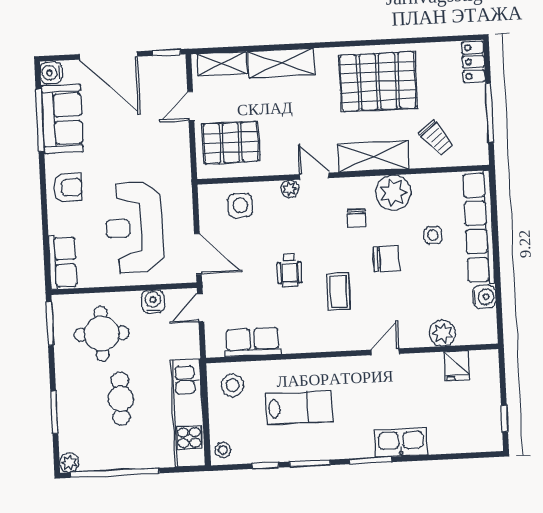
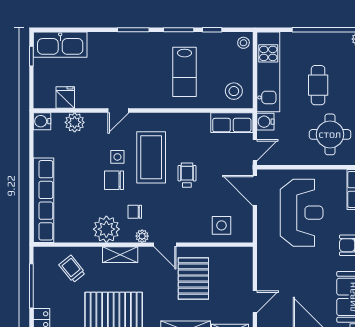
pallet: (231, 143) -> (193, 279), moved, turned 90
shelving: (373, 156) -> (120, 255), width x0.67, depth x0.75
plant: (290, 189) -> (142, 236), moved
chair: (357, 218) -> (135, 212), turned -90
side table: (433, 235) -> (117, 157), moved
coffee table: (338, 292) -> (151, 157), width x1.86, depth x1.72
water cooler: (484, 297) -> (42, 121), moved
water cooler: (153, 301) -> (265, 122), moved, turned 90
row of seats: (253, 342) -> (232, 123), moved
lab bench: (299, 408) -> (184, 72), turned -90
kitchen sink: (401, 442) -> (60, 45), moved, width x1.36, depth x1.24

